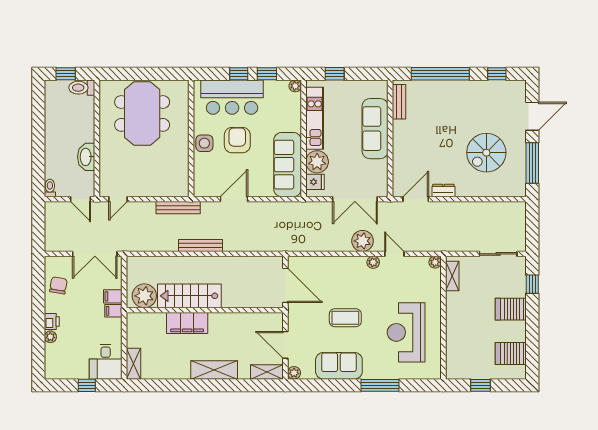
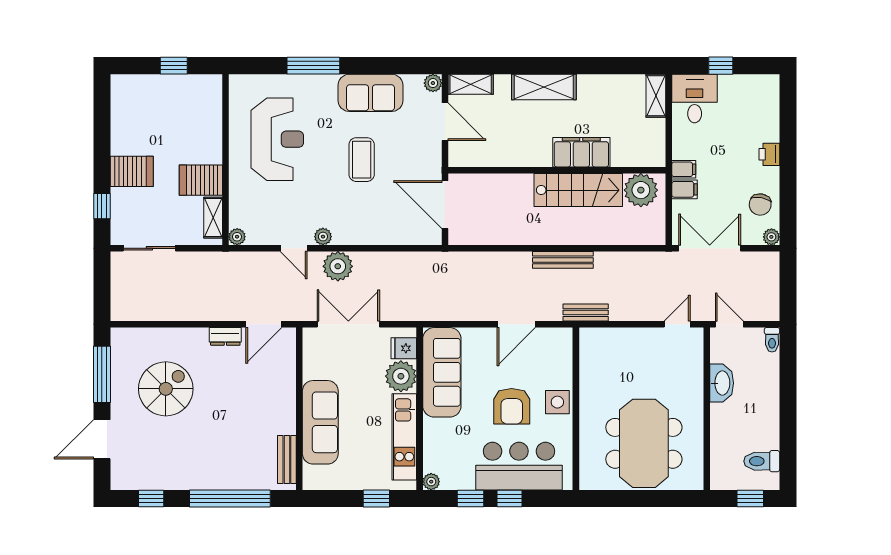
toilet: (82, 88) -> (762, 461), moved, turned 180
bench: (178, 208) -> (586, 313), width x0.73
coffee table: (345, 318) -> (362, 160), turned 90
plant: (50, 337) -> (771, 237), moved
server rack: (511, 353) -> (201, 180), moved, turned 180

